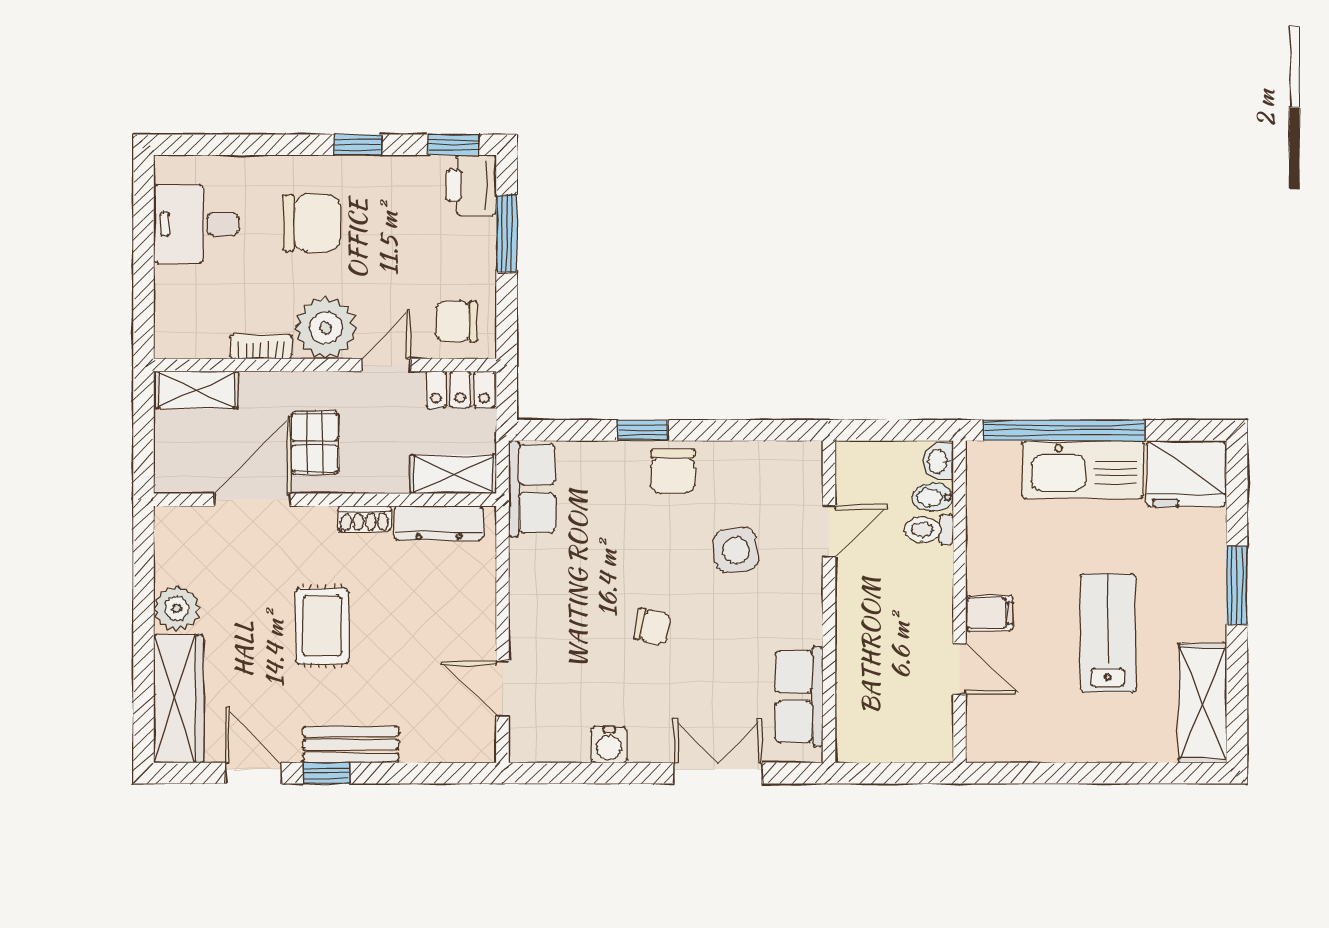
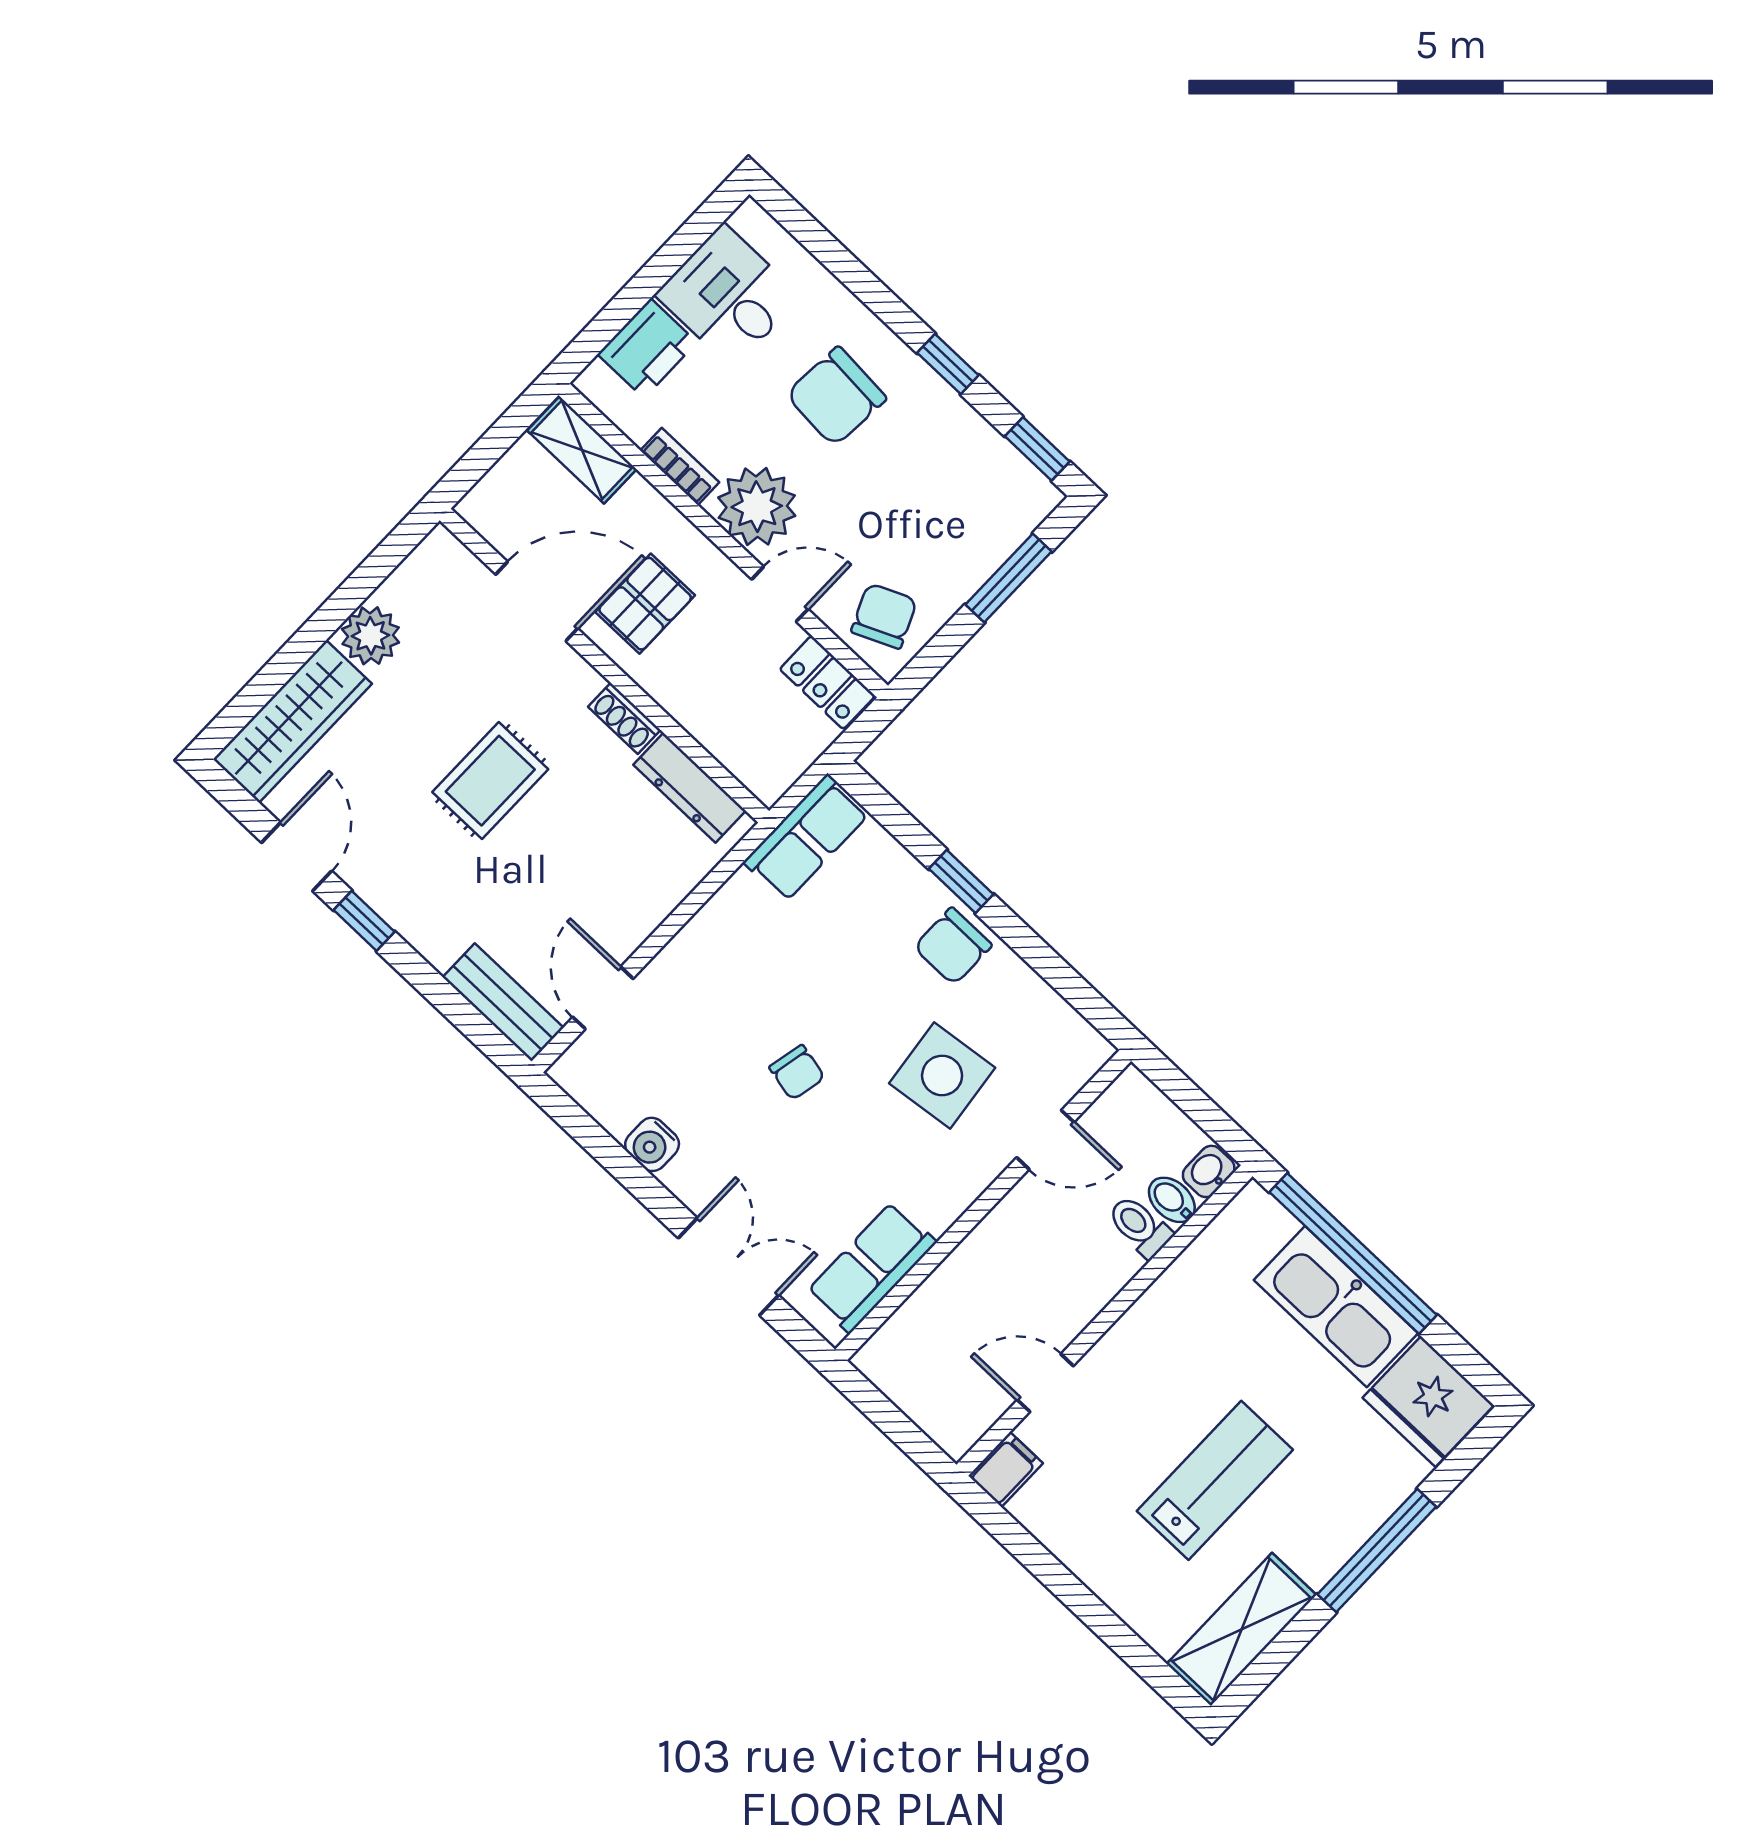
printer: (471, 185) -> (647, 348), moved, turned 180
chair: (312, 223) -> (836, 396), turned 94
chair: (457, 322) -> (884, 616), turned 66
shelving: (453, 474) -> (746, 755), removed
side table: (736, 550) -> (942, 1075), width x1.37, depth x1.37
window: (1237, 586) -> (1377, 1551), width x1.44
filing cabinet: (989, 613) -> (1005, 1469), moved, turned -90
door: (959, 669) -> (1045, 1383), swing flipped
bench: (351, 745) -> (503, 1002), moved

